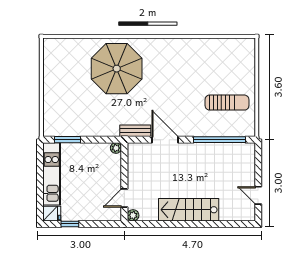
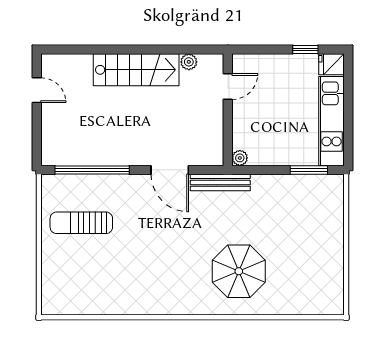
parasol: (117, 69) -> (239, 271), width x0.73, depth x0.73
bench: (135, 131) -> (220, 182), width x1.36
plant: (133, 215) -> (189, 62), moved

